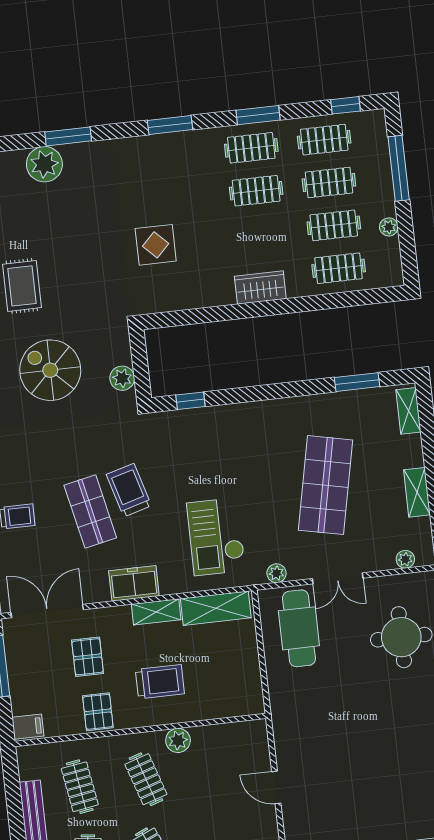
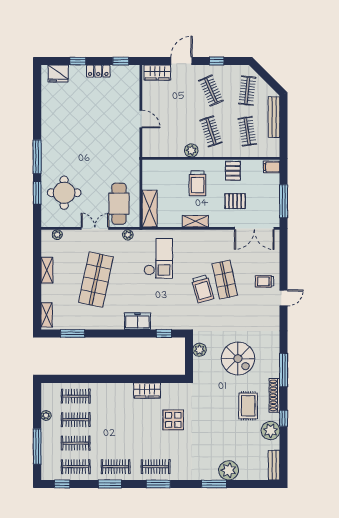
clothes rail: (256, 191) -> (156, 467), moved
wardrobe: (260, 288) -> (147, 390), moved
freezer: (134, 583) -> (137, 321), moved, turned 180
shelving: (216, 608) -> (150, 209), moved, turned 90
pallet: (88, 657) -> (235, 201), turned 90
trolley: (160, 682) -> (197, 183), turned -90

